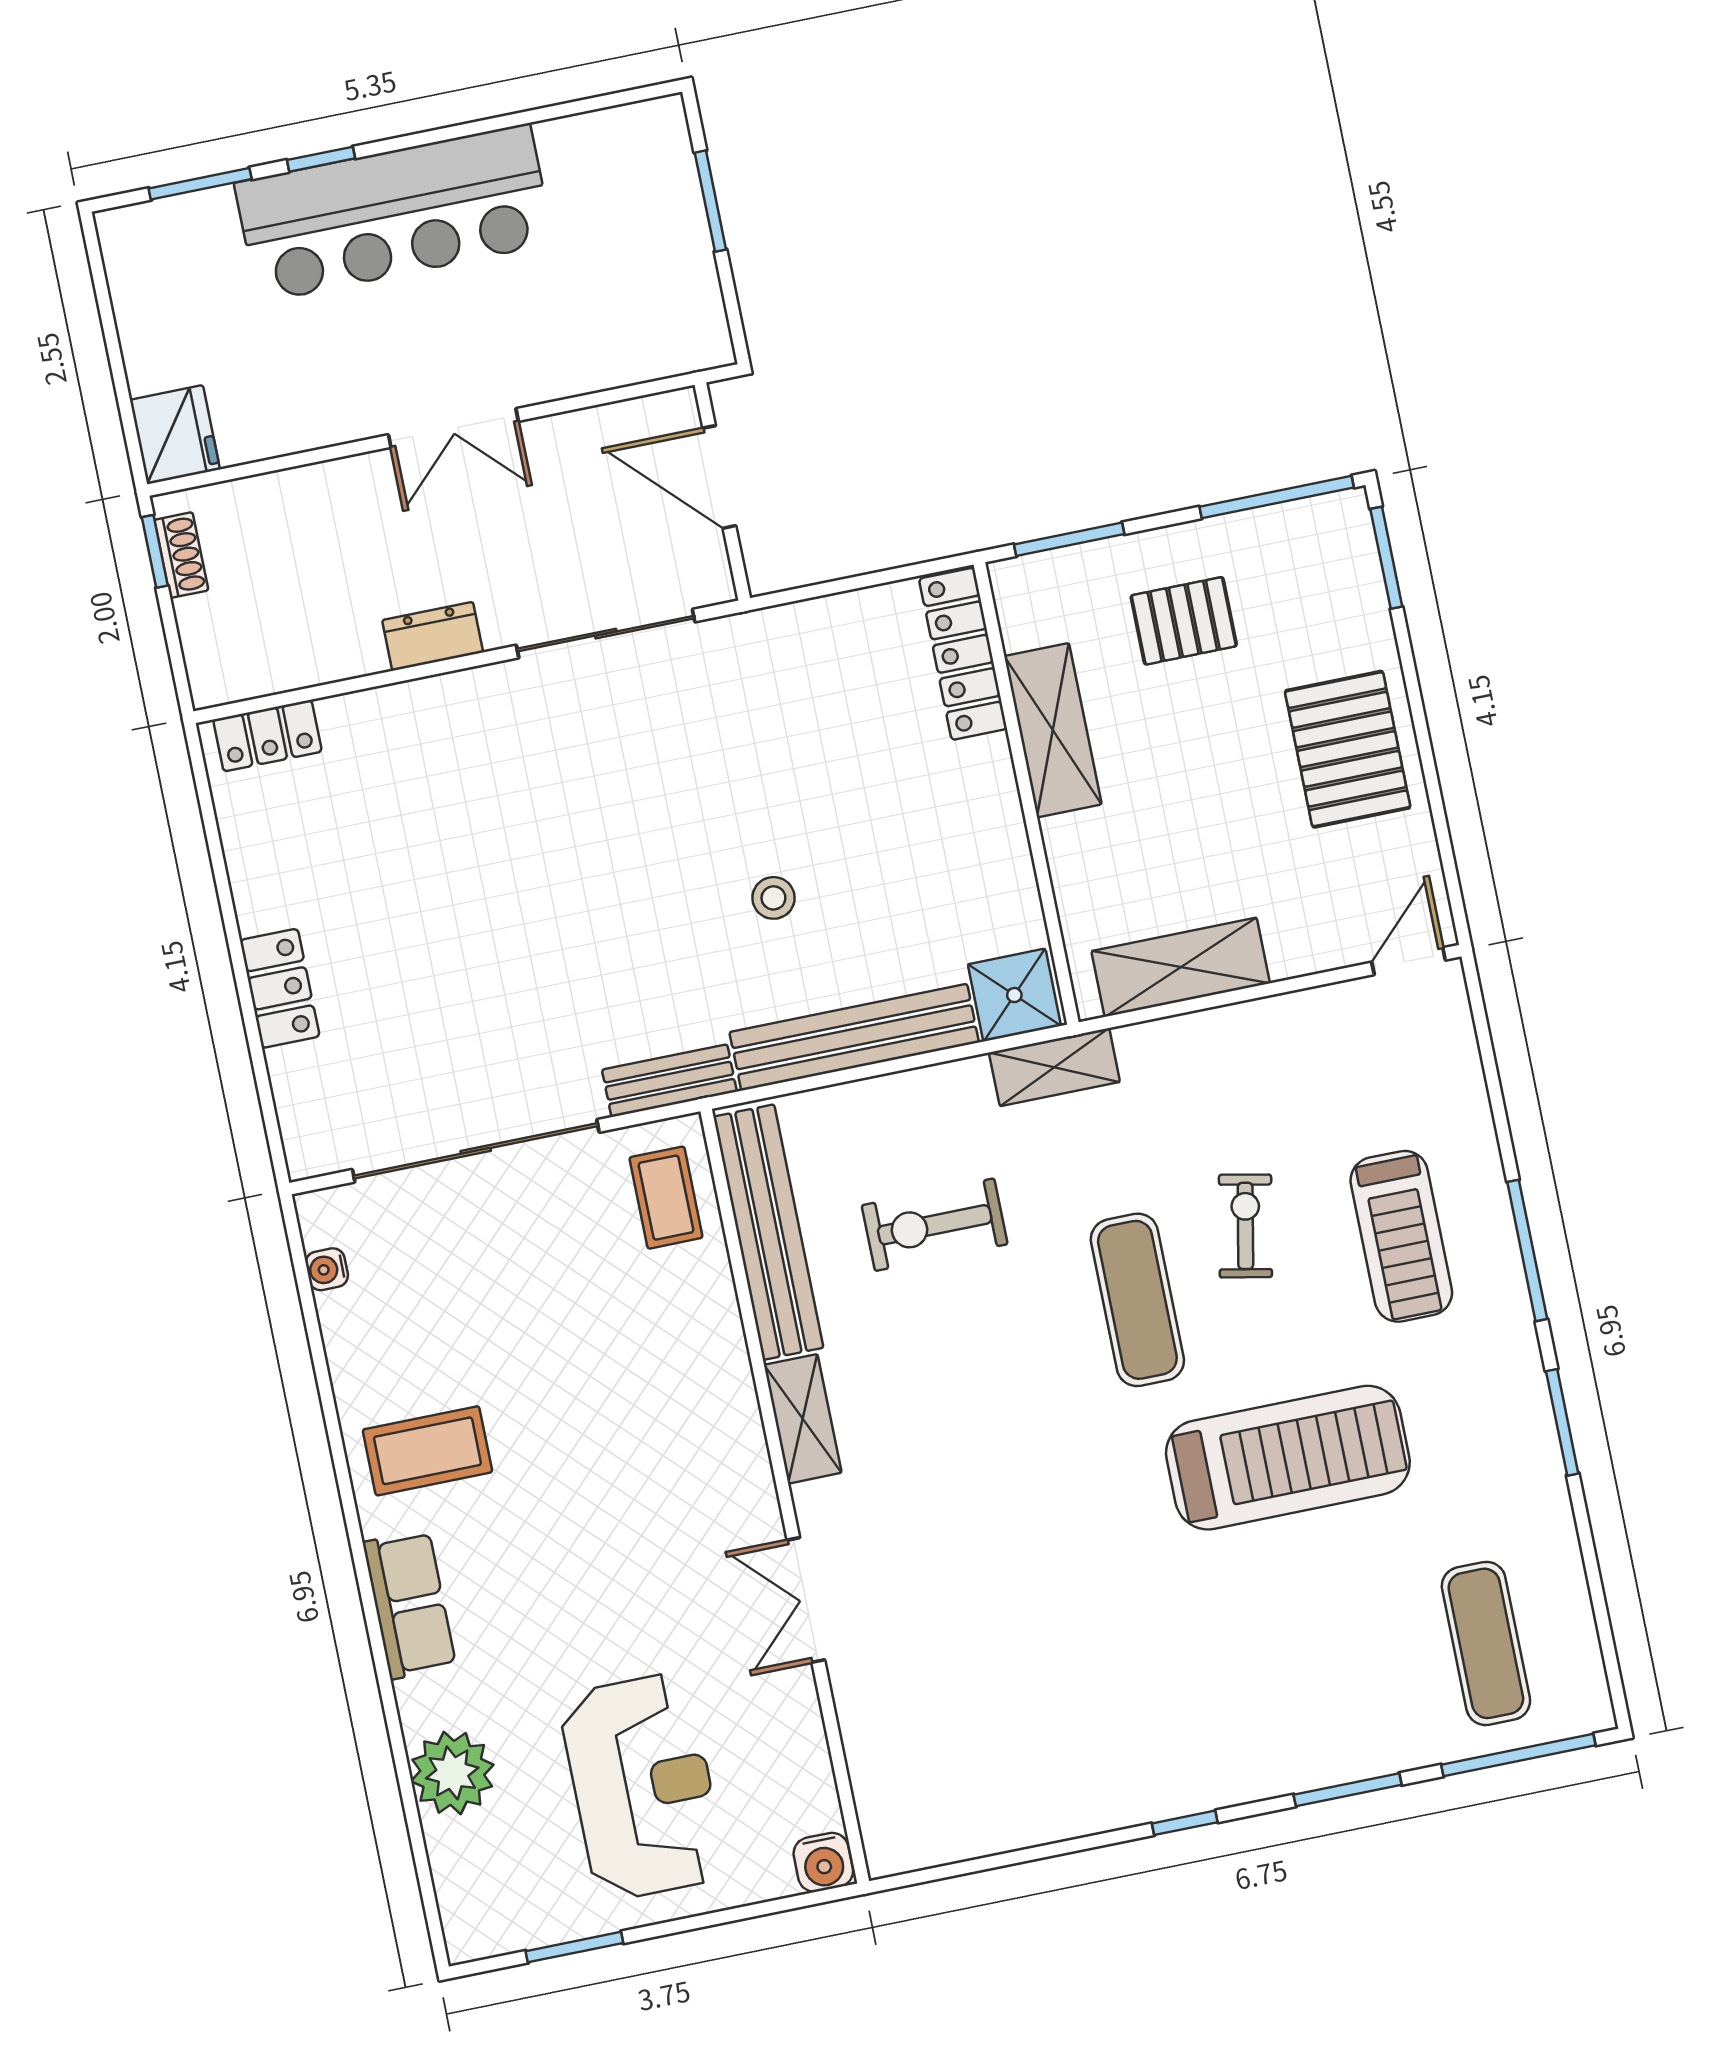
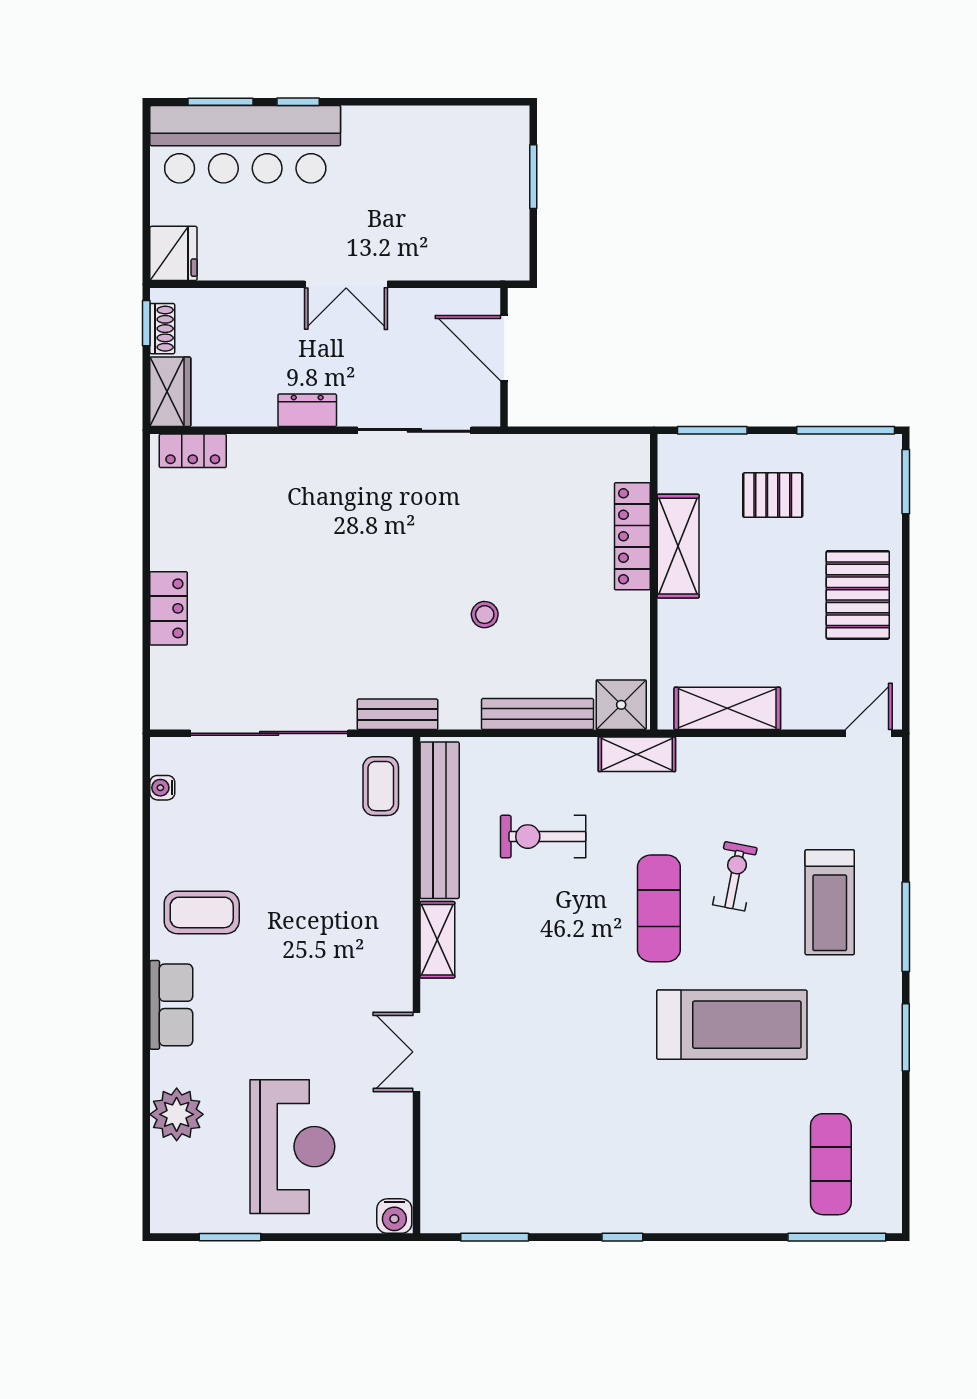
bar counter: (394, 213) -> (245, 144), moved
wardrobe: (214, 651) -> (170, 392), added
locker: (963, 654) -> (632, 536), moved
bench: (854, 1037) -> (538, 714), width x0.73, depth x0.82
window: (1348, 1790) -> (495, 1237), moved

